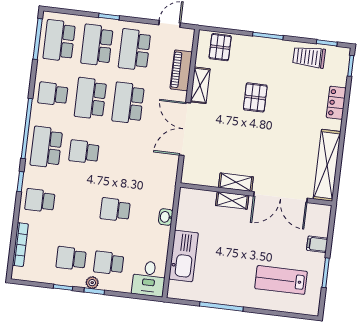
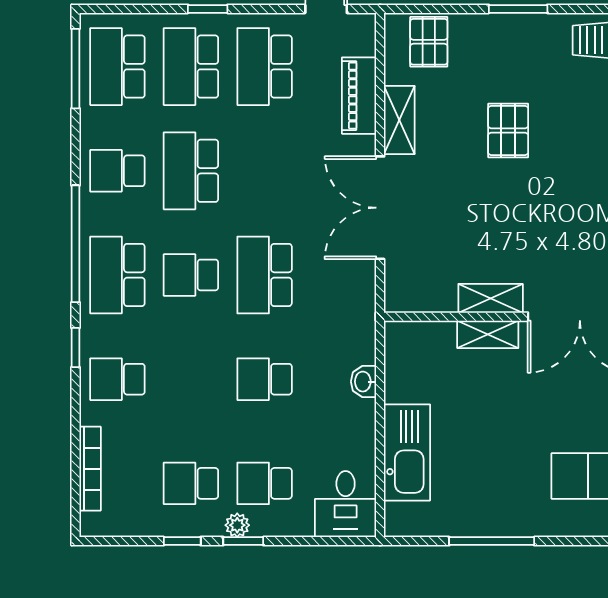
school desk: (128, 103) -> (265, 275), moved

